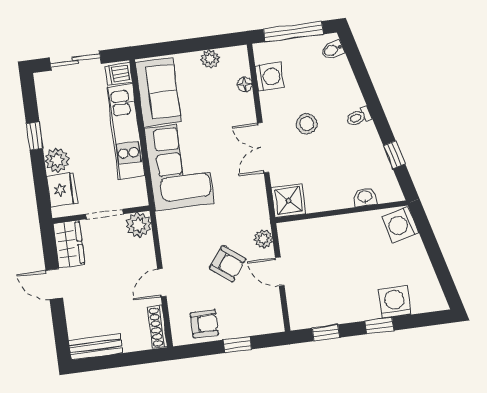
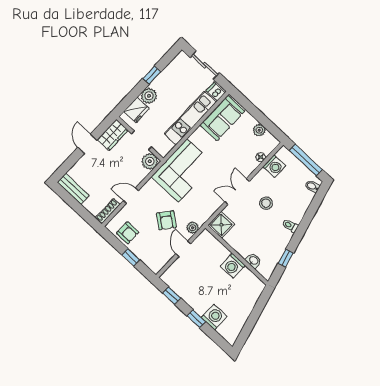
corner sofa: (179, 166) -> (183, 170), moved
washing machine: (400, 225) -> (233, 266), moved, turned -75

